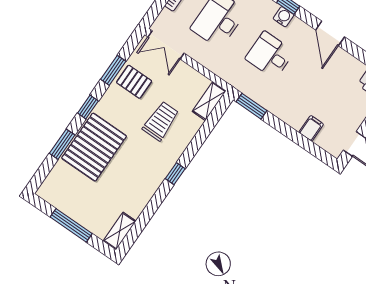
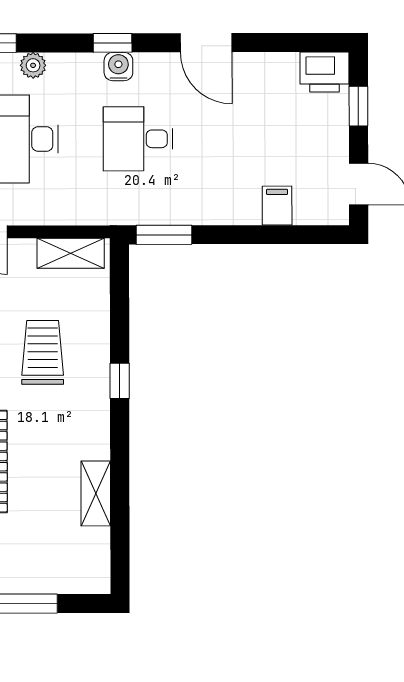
shelving: (209, 101) -> (71, 253), moved, turned 90
window: (175, 174) -> (120, 381), moved
shelving: (120, 231) -> (96, 493), moved

